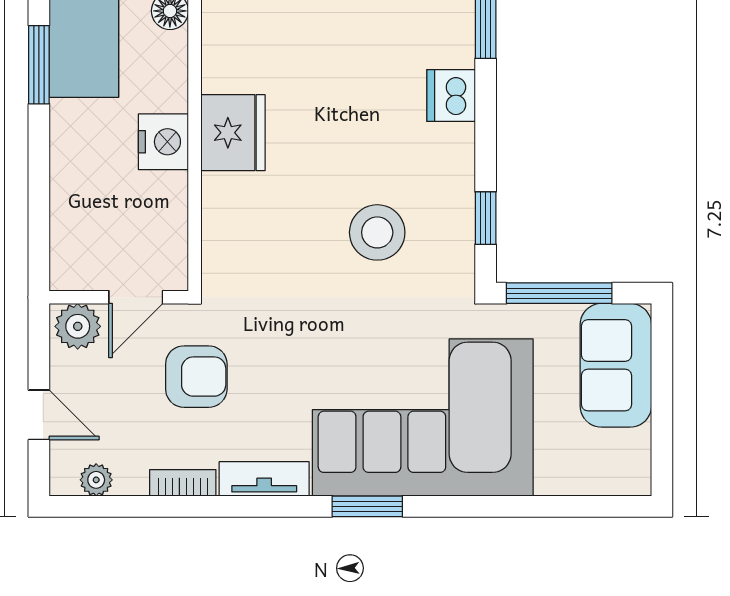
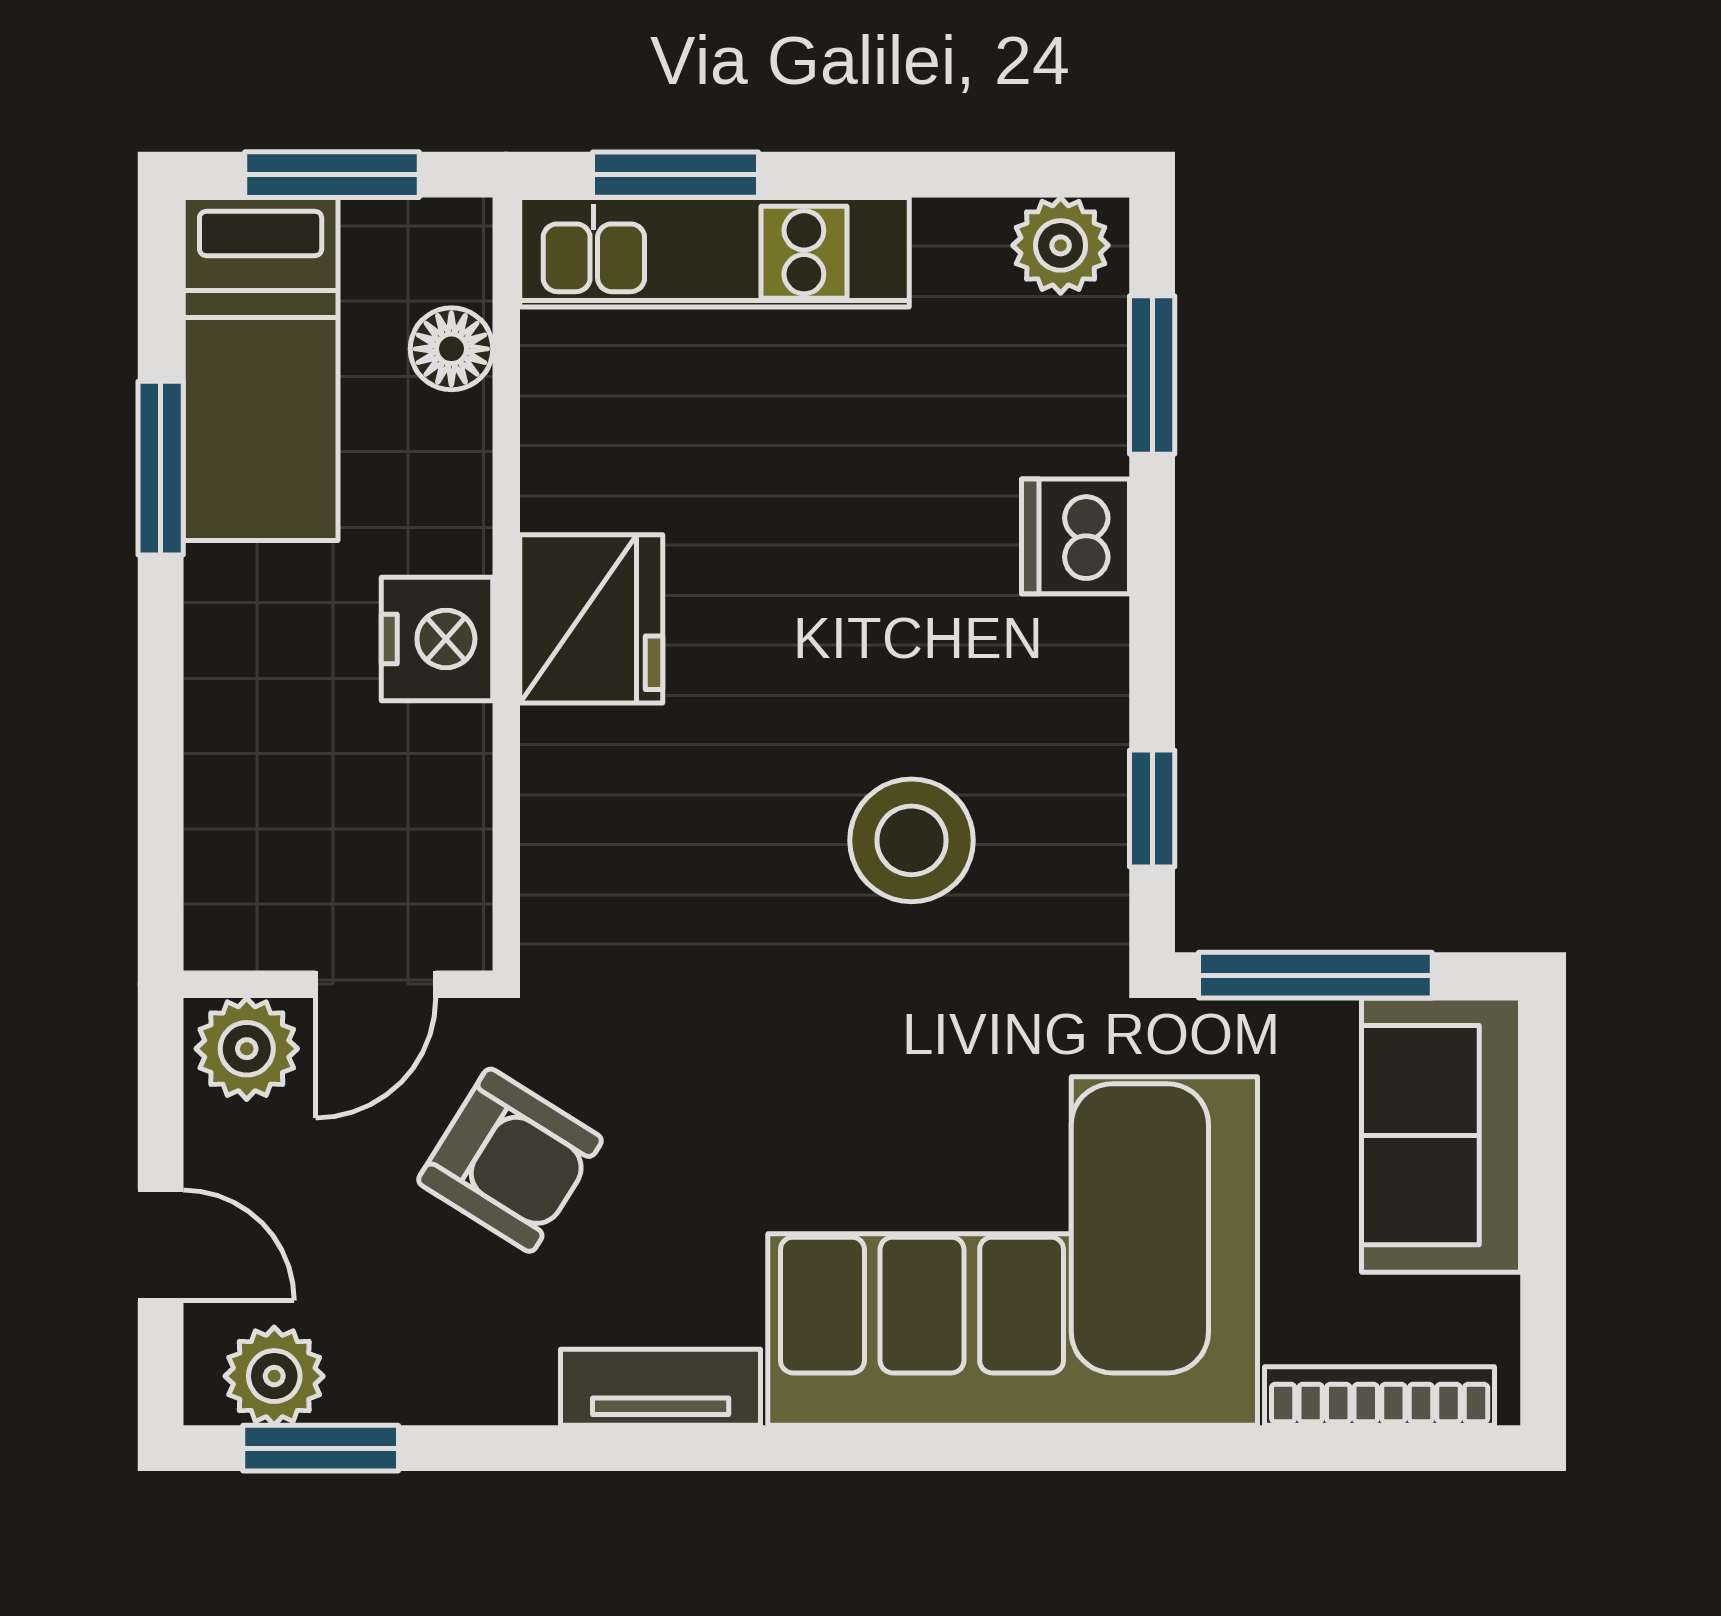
armchair: (196, 377) -> (510, 1160), turned 32
plant: (96, 480) -> (274, 1376), width x1.38, depth x1.38
bookcase: (183, 483) -> (1380, 1396), moved, width x1.56
window: (367, 506) -> (321, 1448), moved

